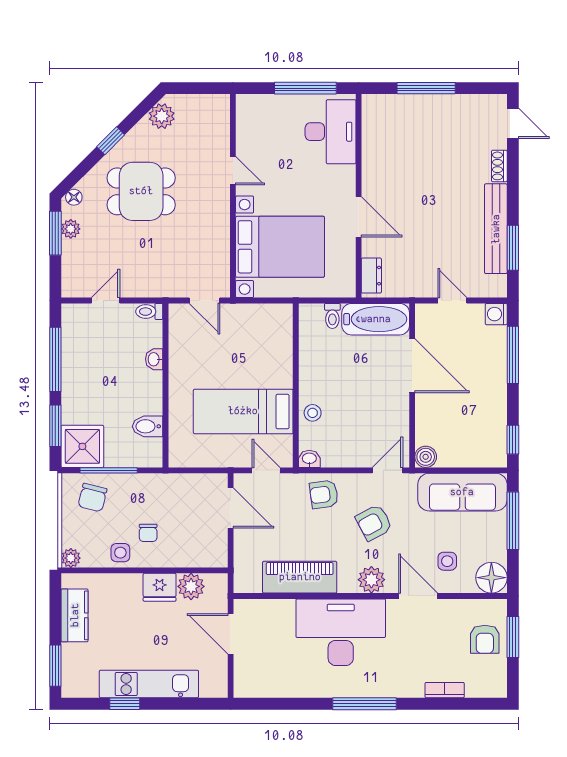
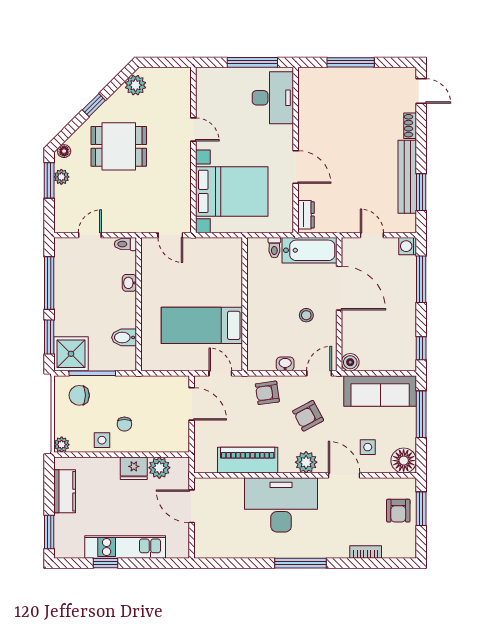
stool: (313, 413) -> (306, 315), moved
washbasin: (309, 459) -> (285, 364), moved
chair: (92, 498) -> (79, 395), turned 76

